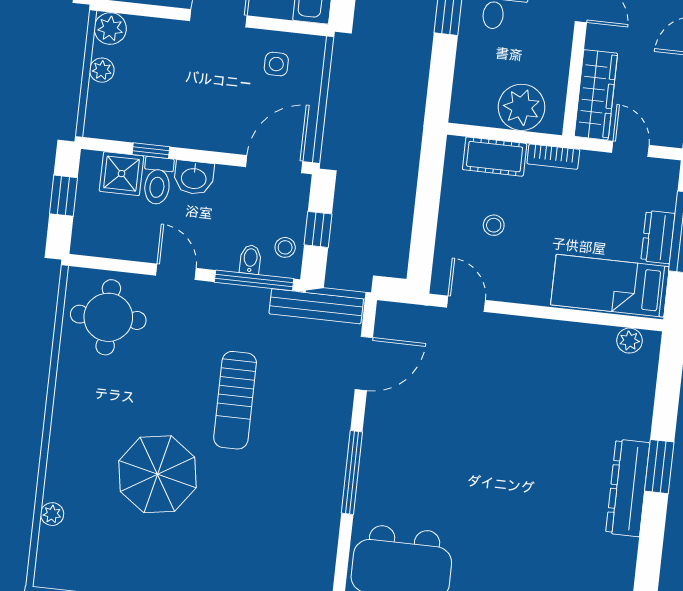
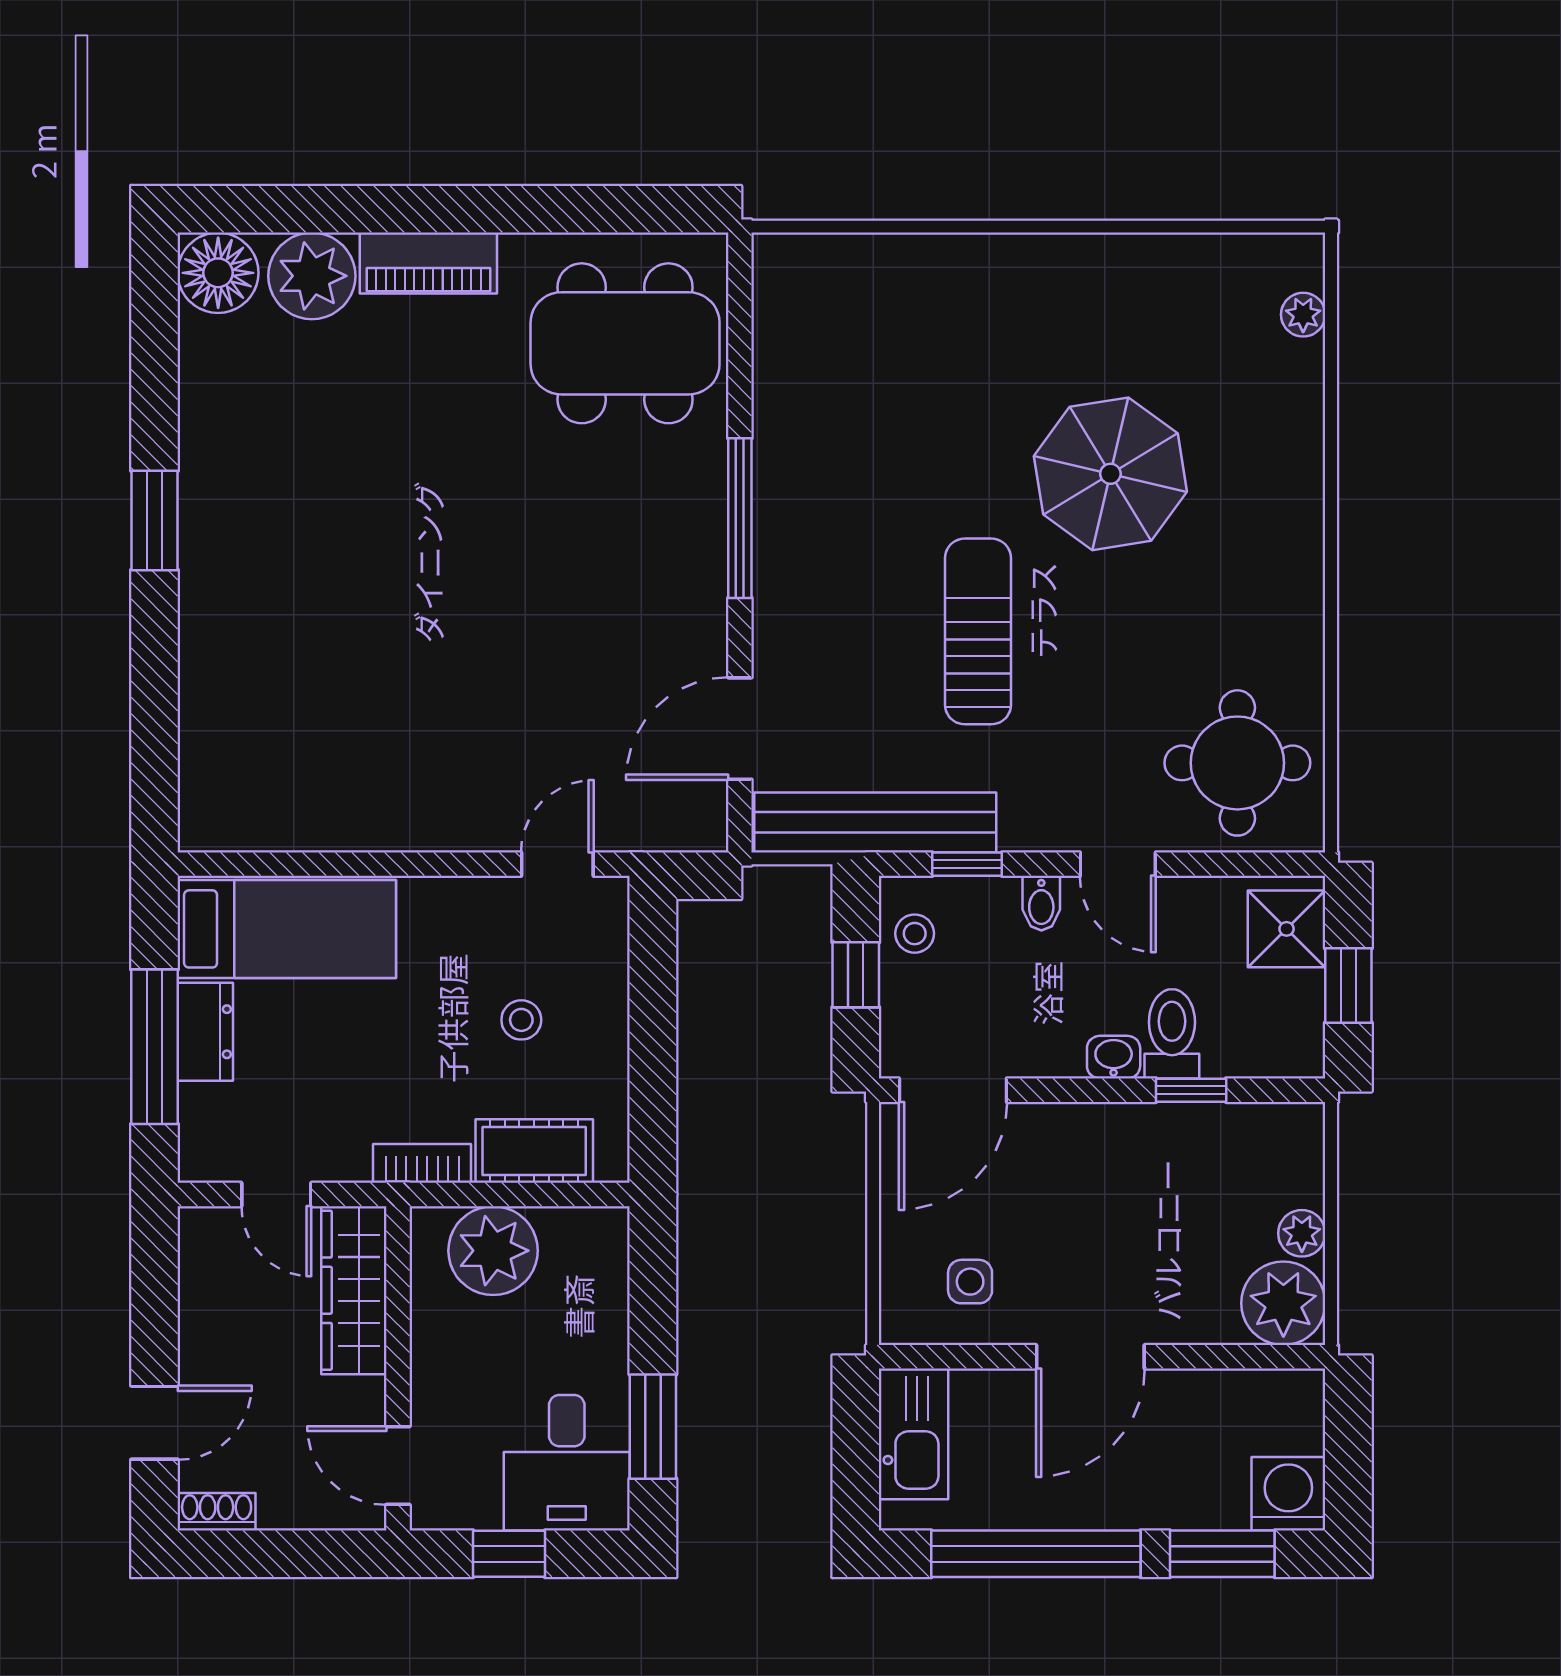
plant: (110, 28) -> (1283, 1303), width x1.36, depth x1.36
shower: (121, 174) -> (1287, 929), moved
washbasin: (194, 178) -> (1114, 1057), width x0.72, depth x0.69
bidet: (250, 259) -> (1041, 903), moved
window: (254, 280) -> (967, 864), width x0.46
door: (466, 304) -> (557, 864), swing flipped
bench: (316, 306) -> (875, 822), width x1.37, depth x1.21
plant: (629, 341) -> (238, 828), removed
window: (659, 467) -> (155, 520), moved
dresser: (628, 488) -> (210, 547), removed
plant: (52, 514) -> (1303, 315), moved

